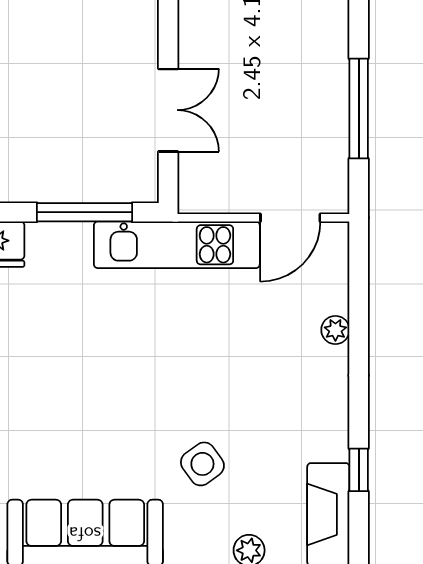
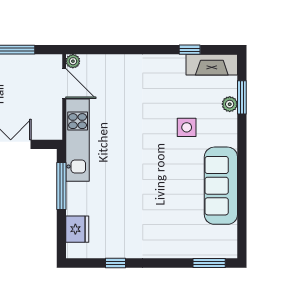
plant: (335, 330) -> (73, 61), moved
side table: (202, 464) -> (187, 127), turned 36

